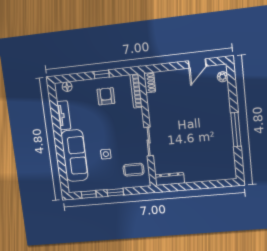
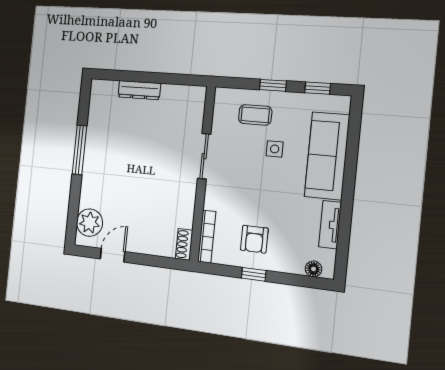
plant: (223, 77) -> (90, 223), width x1.88, depth x1.88
coffee table: (134, 170) -> (255, 115), moved
dresser: (170, 179) -> (139, 90), moved

